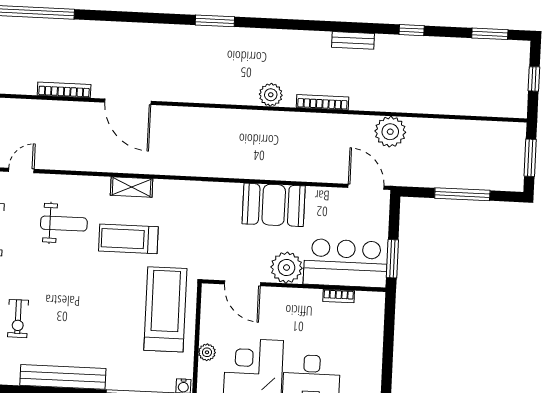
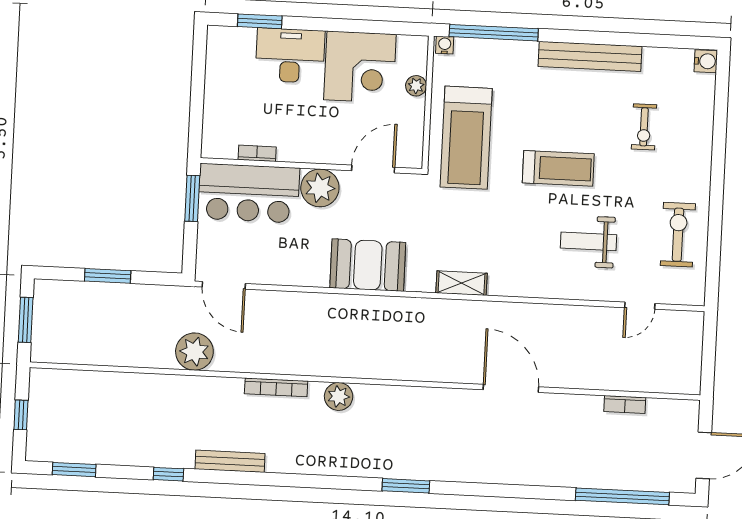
bench: (353, 40) -> (230, 461), width x1.36
bookcase: (64, 90) -> (625, 405), moved, width x0.64
shelving: (132, 187) -> (462, 283), moved
window: (462, 194) -> (108, 276), width x0.69
booth: (274, 205) -> (368, 265), moved
treadmill: (128, 239) -> (558, 168), moved
door: (242, 283) -> (373, 169), hinge flipped
exercise bike: (18, 319) -> (644, 127), turned 180

